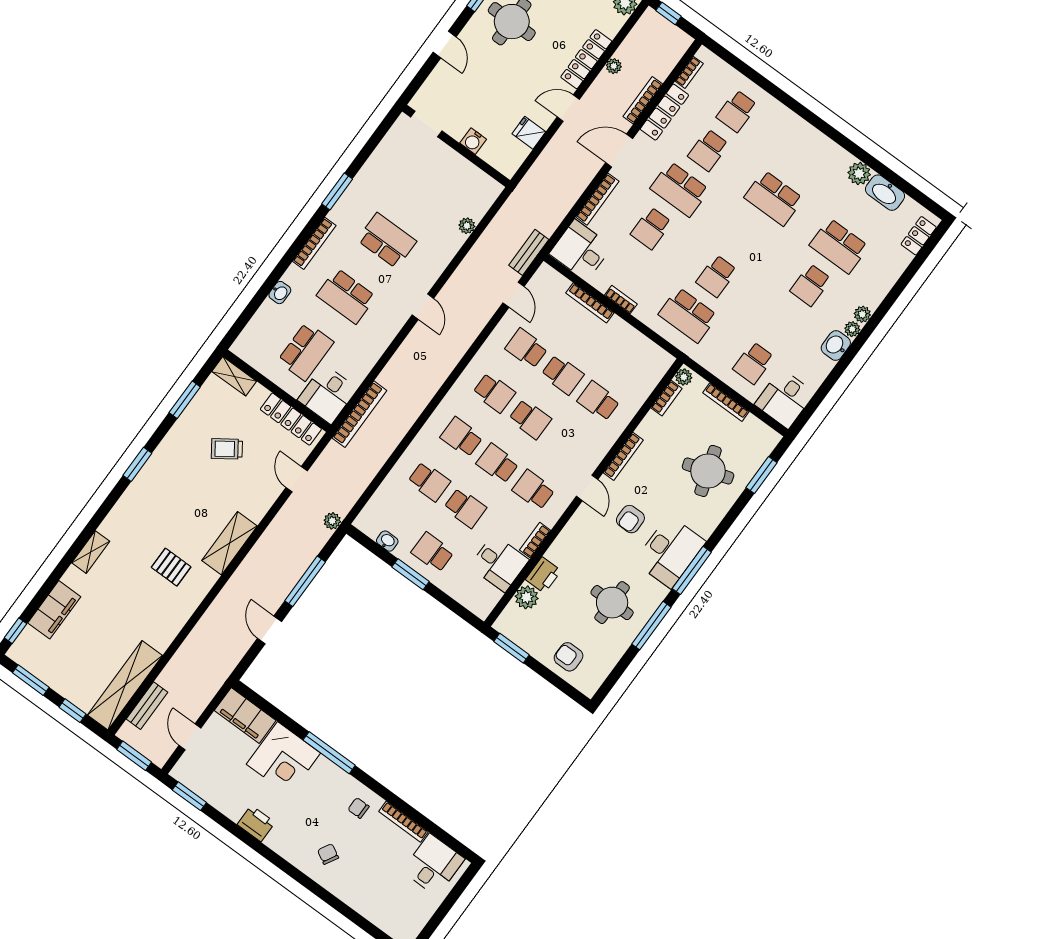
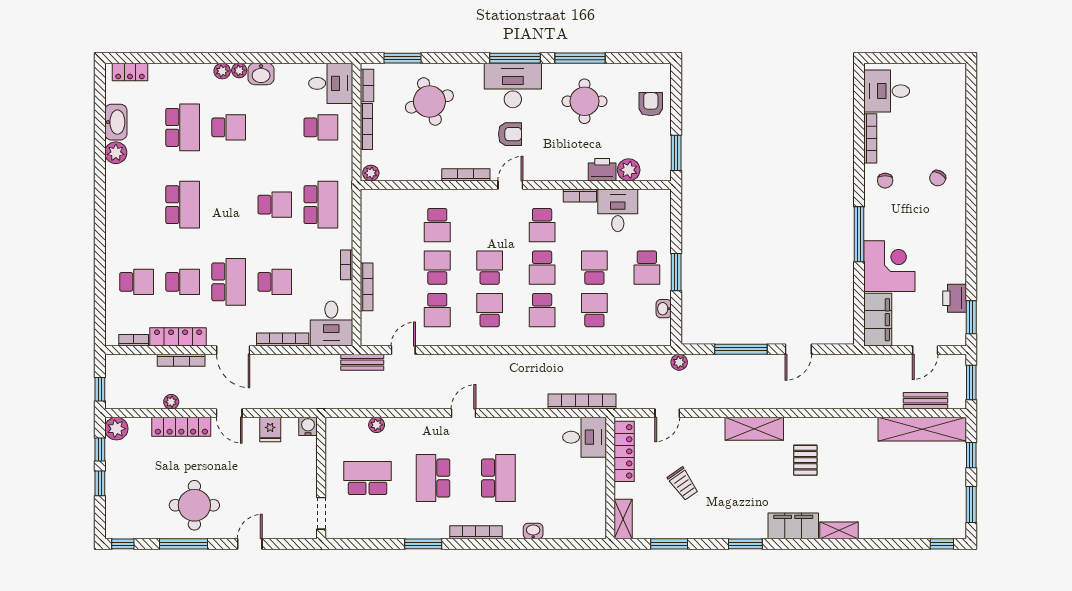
water cooler: (473, 141) -> (308, 426), moved, turned -90
school desk: (306, 351) -> (368, 478), moved
bookcase: (666, 398) -> (367, 85), moved, turned 90
filing cabinet: (54, 610) -> (793, 526), moved
armchair: (569, 657) -> (651, 104), turned 180
printer: (256, 823) -> (955, 298), moved

